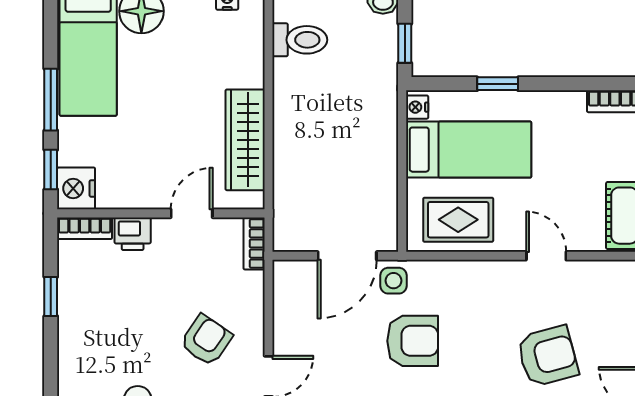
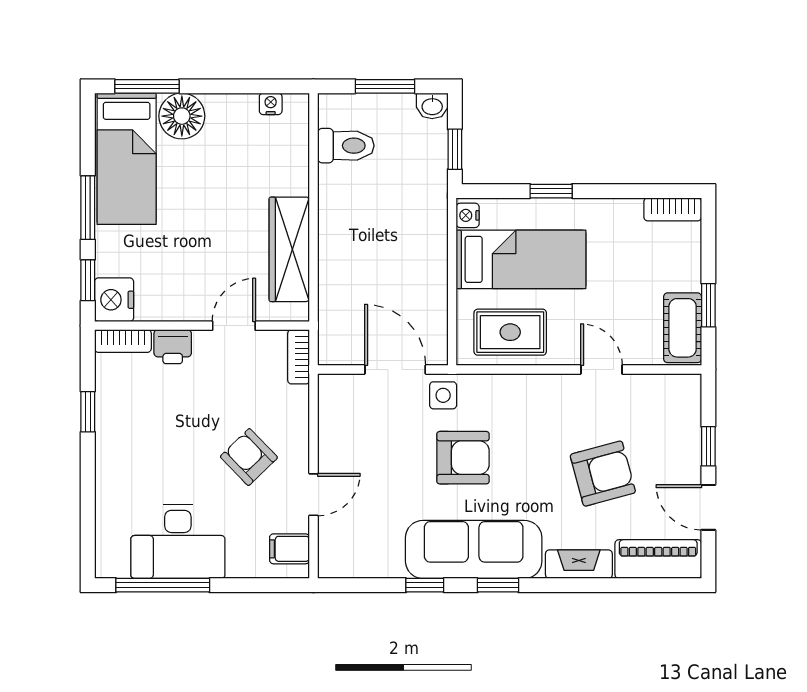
door: (347, 256) -> (395, 370), swing flipped
armchair: (206, 340) -> (249, 457), turned -78

